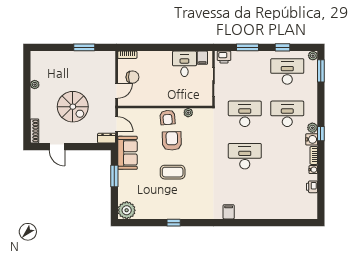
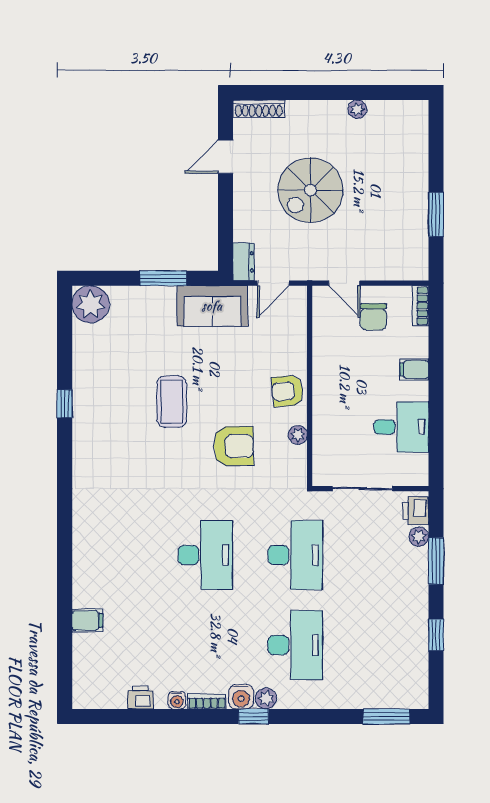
plant: (313, 56) -> (419, 537), moved
filing cabinet: (202, 58) -> (414, 370), moved
desk: (287, 71) -> (385, 645), removed
armchair: (172, 141) -> (234, 446), moved
filing cabinet: (229, 212) -> (87, 620), moved

